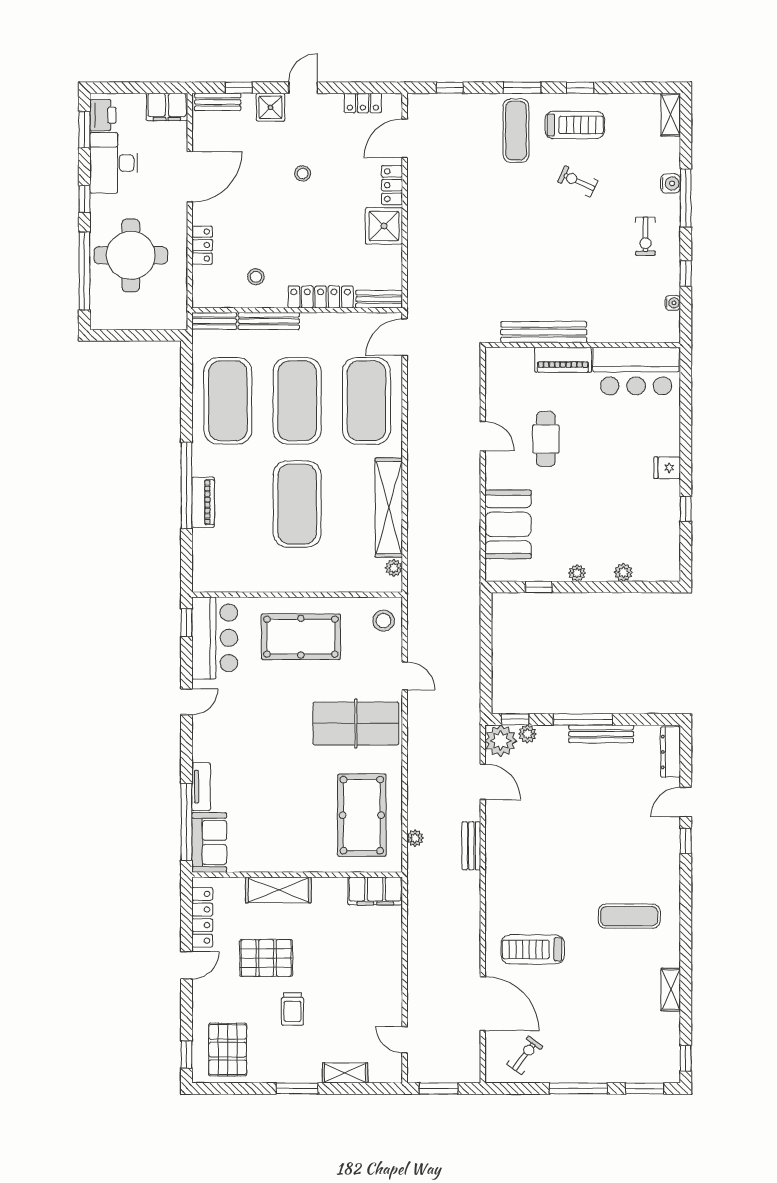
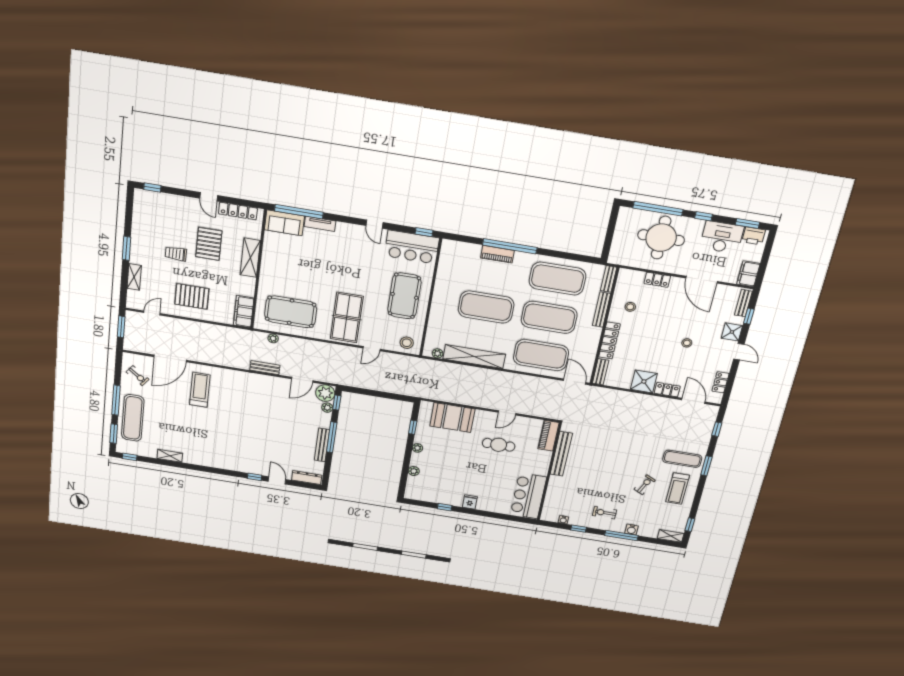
window: (580, 88) -> (690, 525), moved
piano: (563, 360) -> (549, 436), moved
exercise mat: (629, 916) -> (133, 418), moved, width x1.36, depth x1.45
pallet: (228, 1050) -> (192, 296), moved

